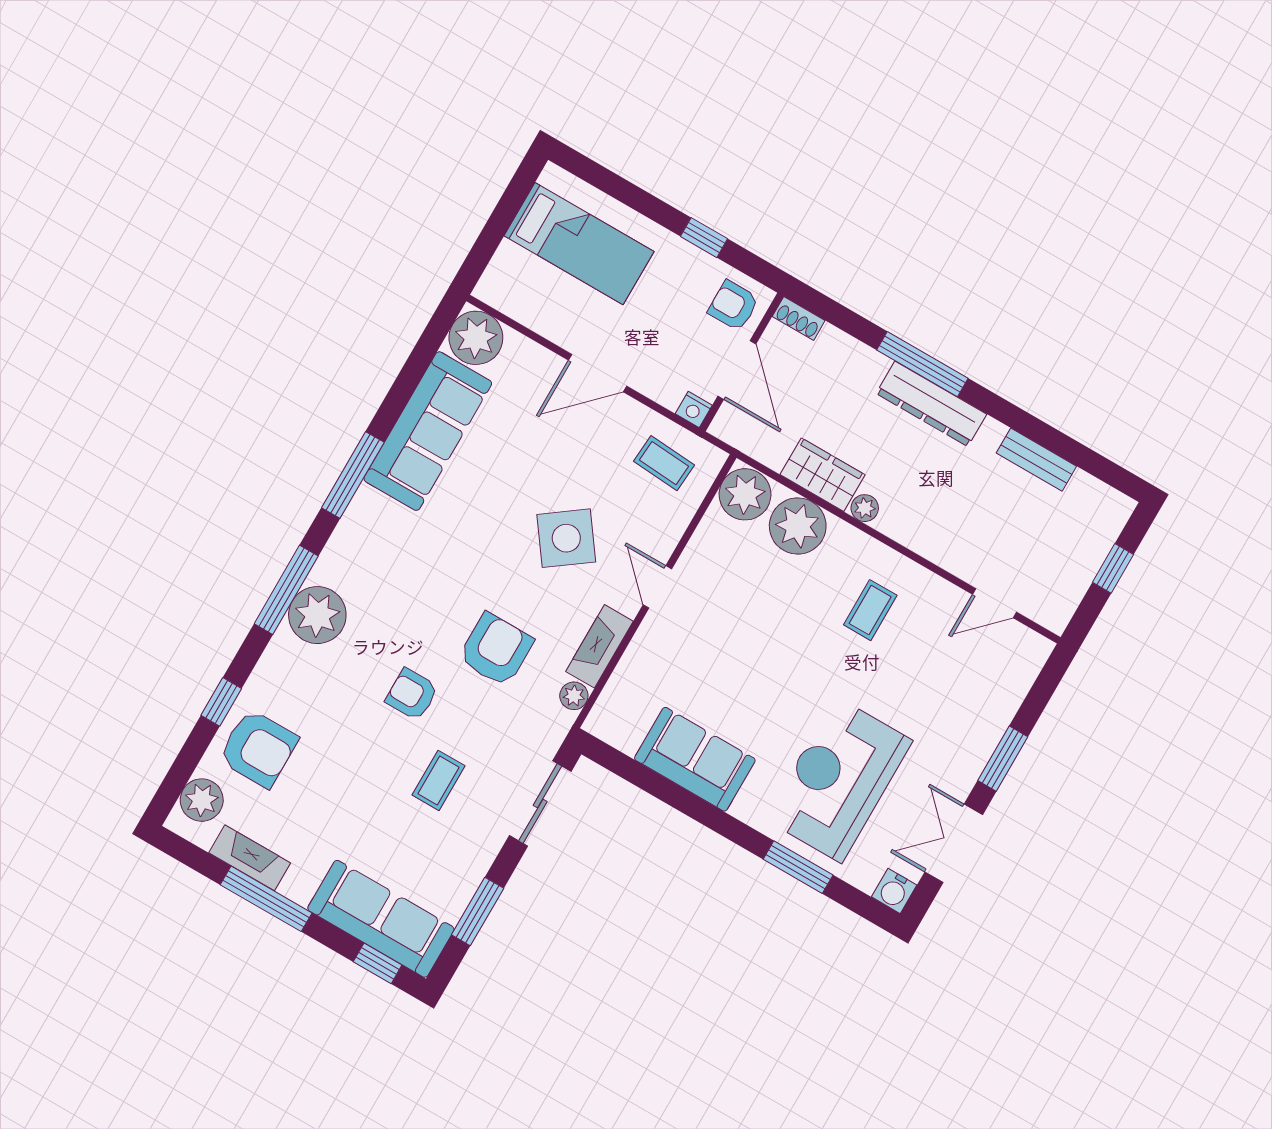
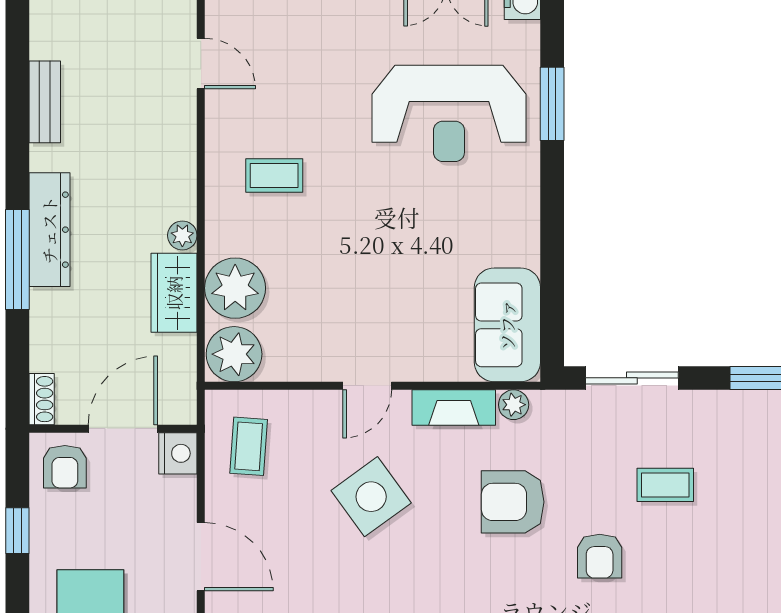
nightstand: (694, 410) -> (178, 453), width x1.39, depth x1.35
sofa: (695, 759) -> (507, 325), moved

